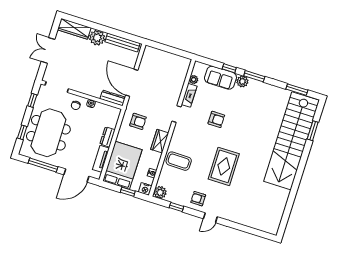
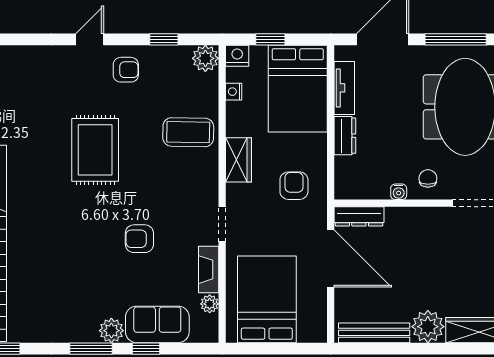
bed: (167, 73) -> (267, 299), added
armchair: (138, 121) -> (294, 186), turned 90

